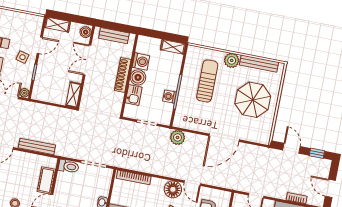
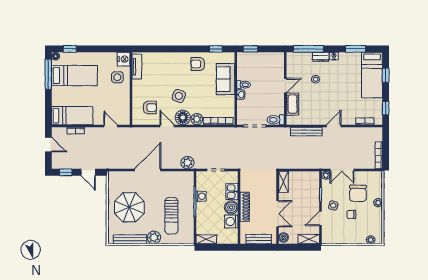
plant: (157, 184) -> (197, 119), added

